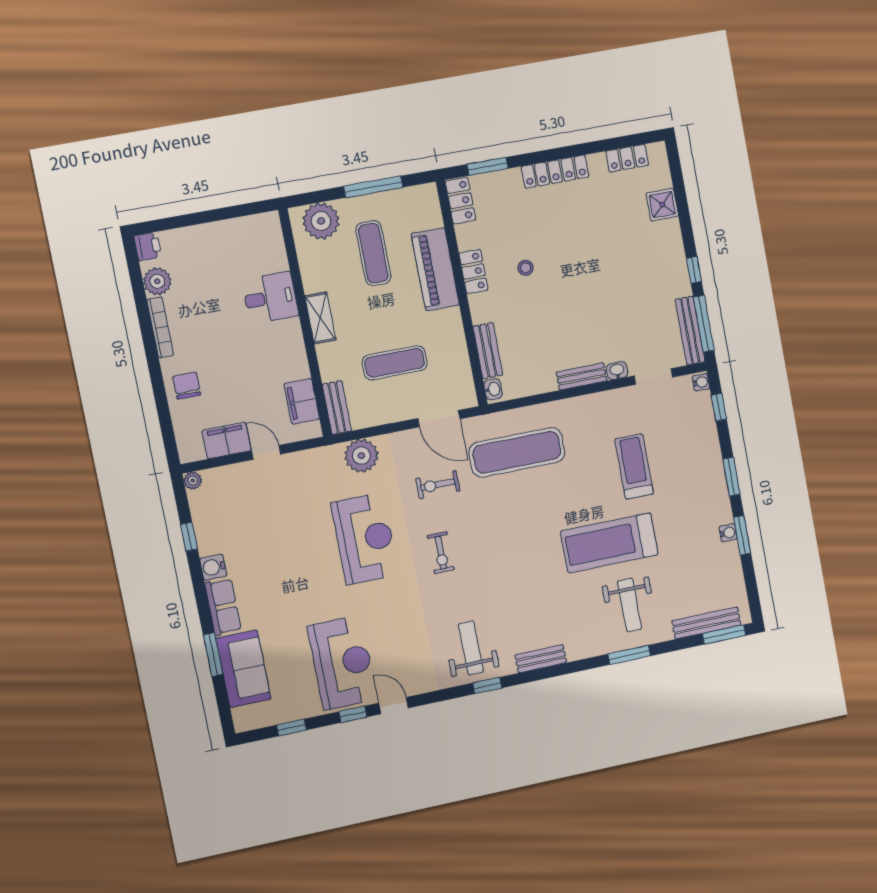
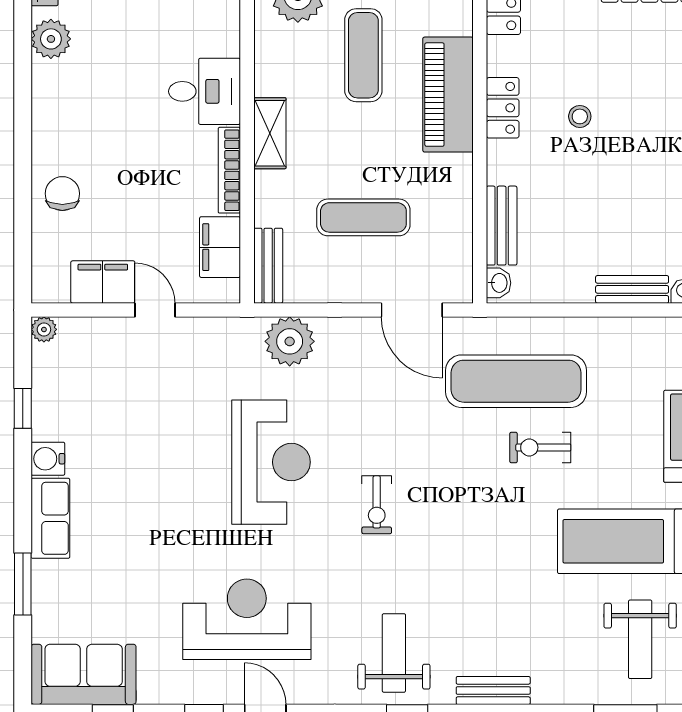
bookcase: (160, 327) -> (229, 170), moved, turned 180
exercise bike: (438, 485) -> (540, 447), moved
reception desk: (342, 663) -> (247, 619), moved, turned -90
sofa: (244, 669) -> (84, 674), moved, turned -90

